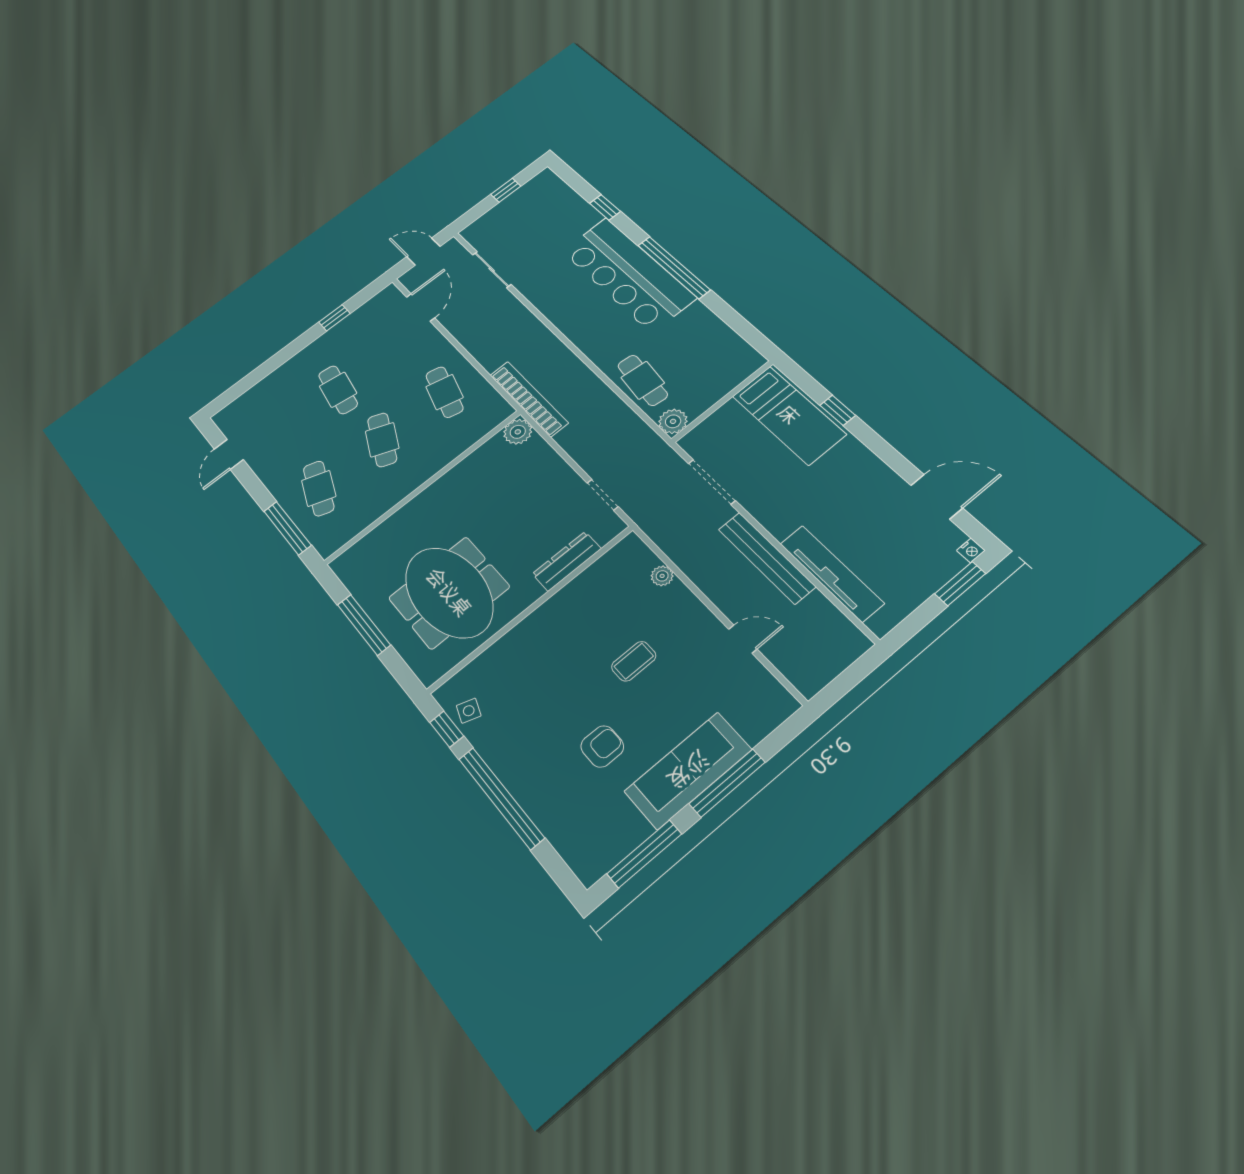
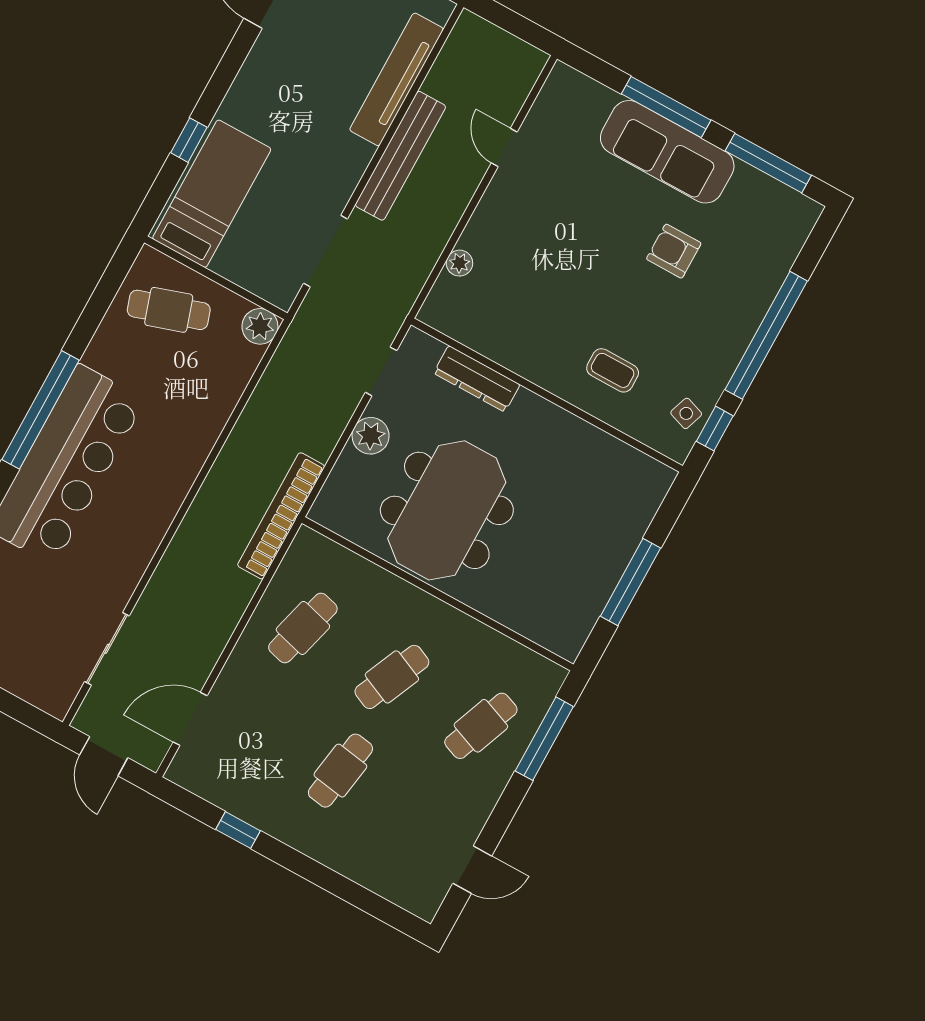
cafe table: (643, 380) -> (169, 310), moved, turned 66
plant: (518, 432) -> (371, 436), moved
meeting table: (449, 592) -> (447, 510), moved
coffee table: (634, 661) -> (613, 370), moved

